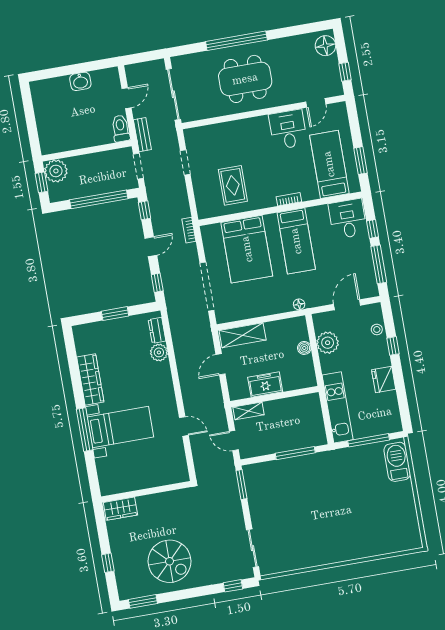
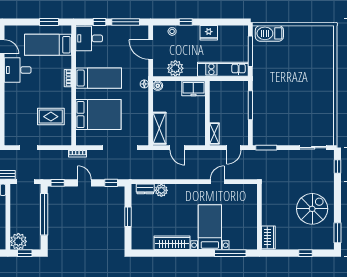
boiler: (304, 348) -> (158, 86), moved
freezer: (265, 385) -> (193, 88), moved, turned -90
window: (85, 430) -> (230, 253), moved

